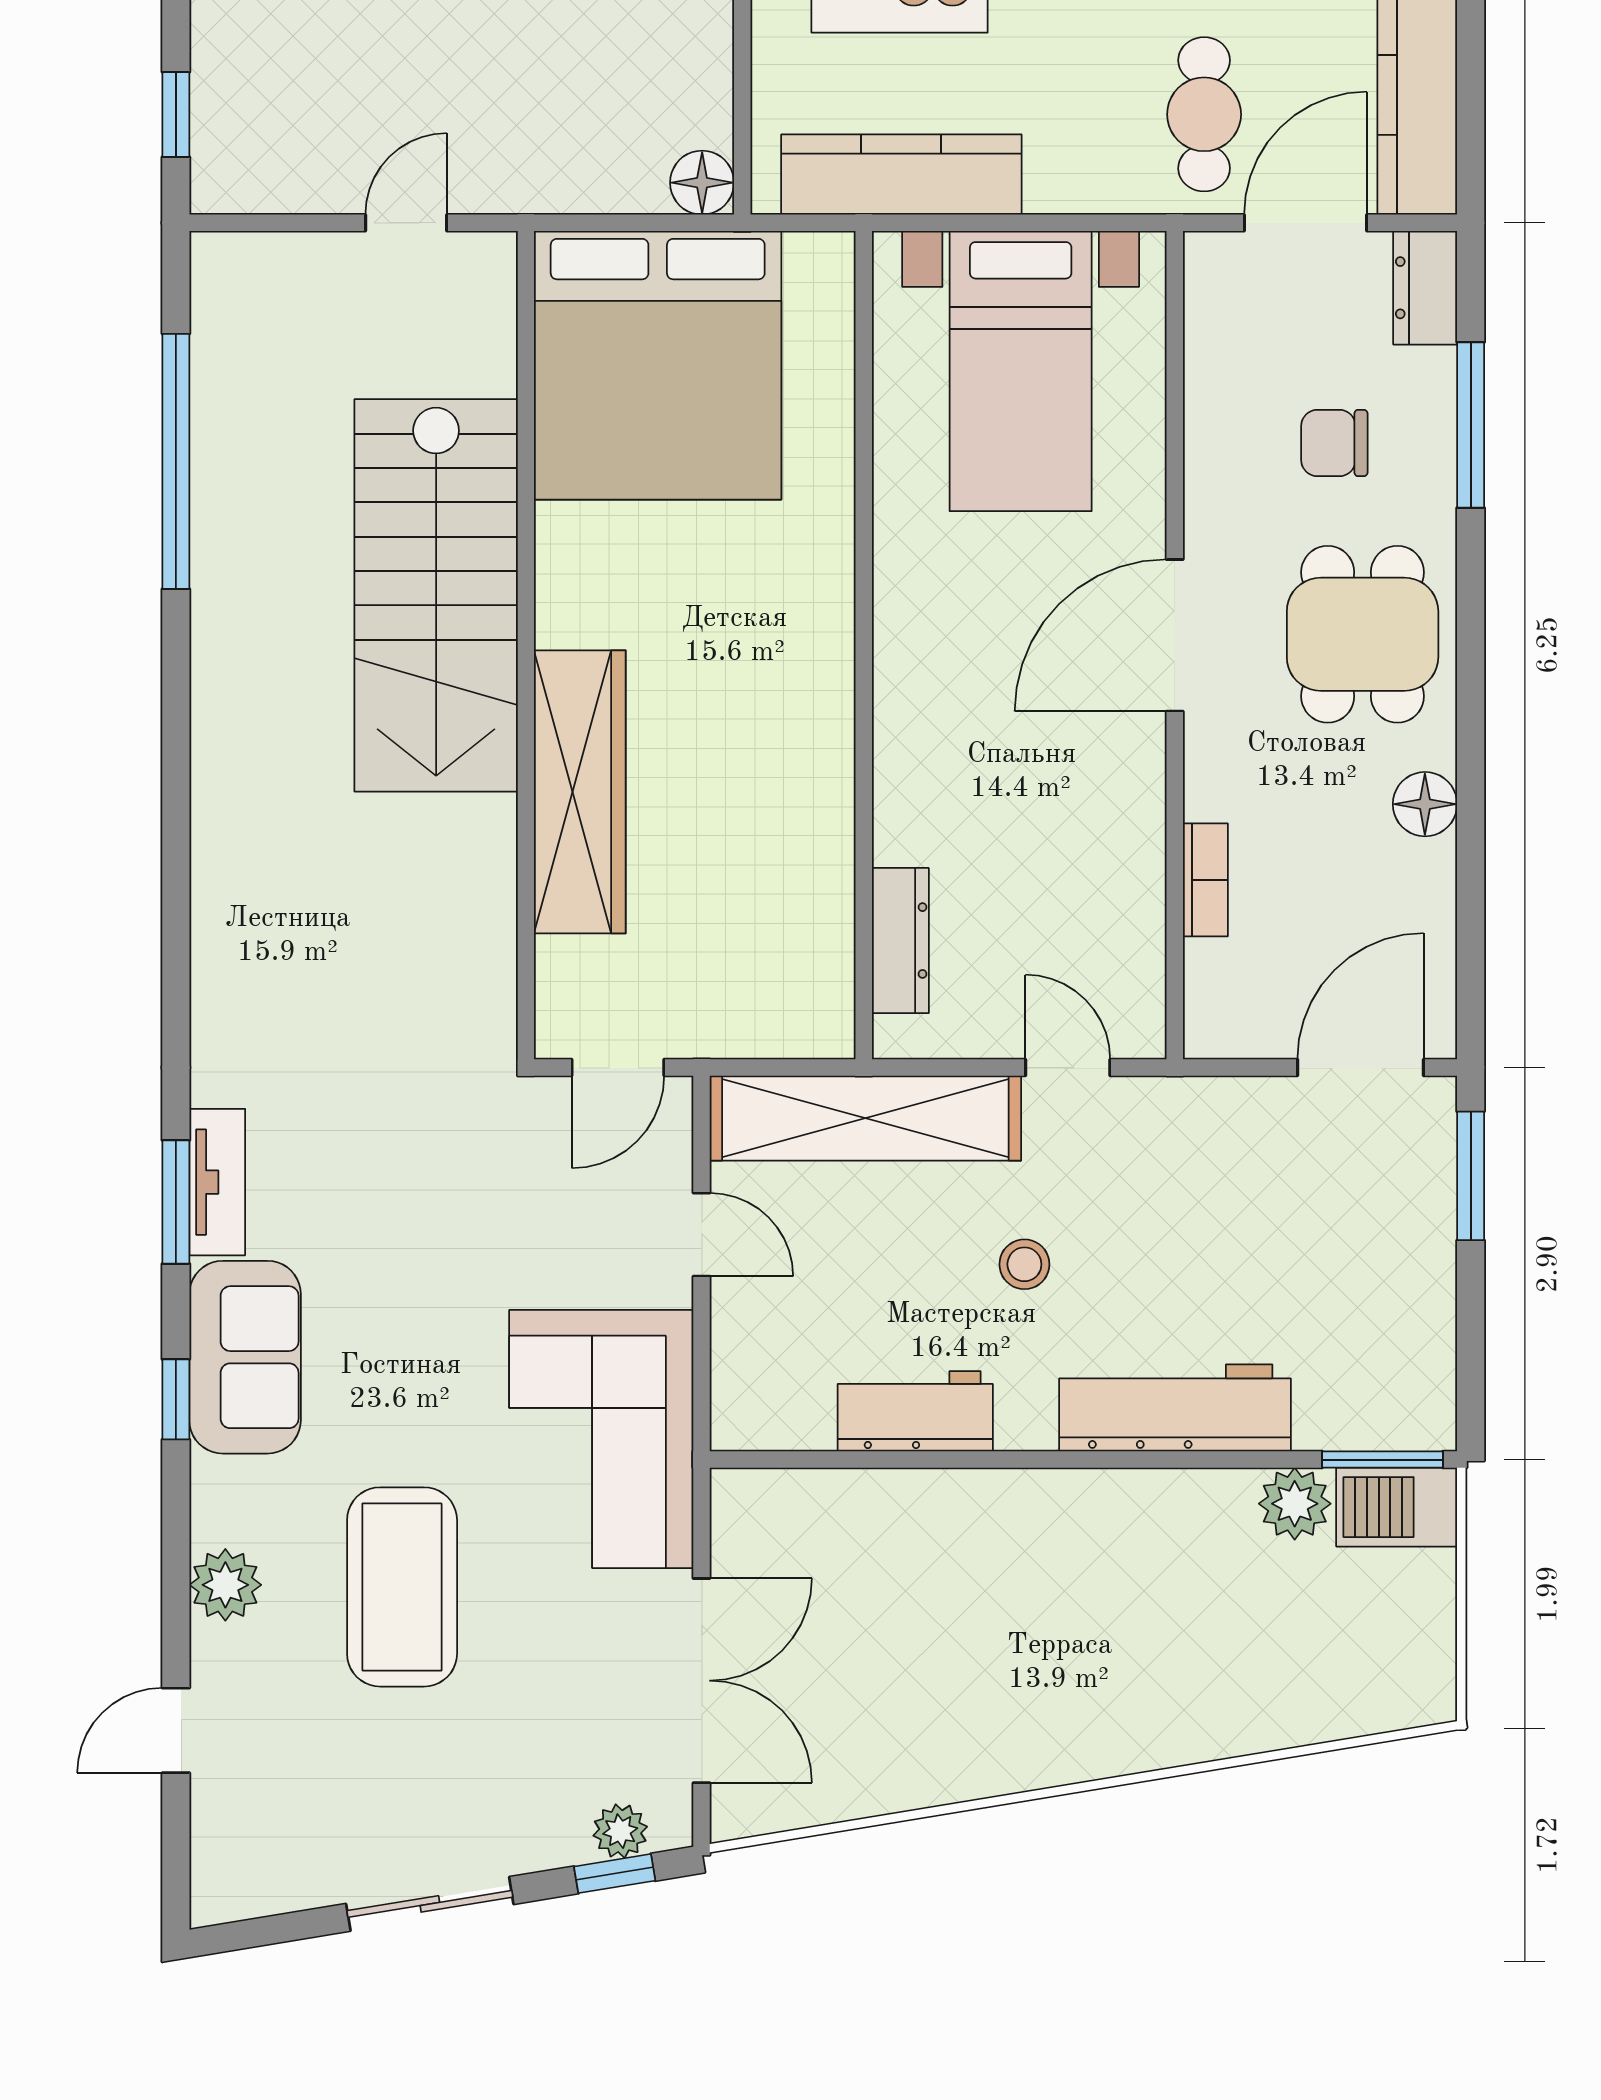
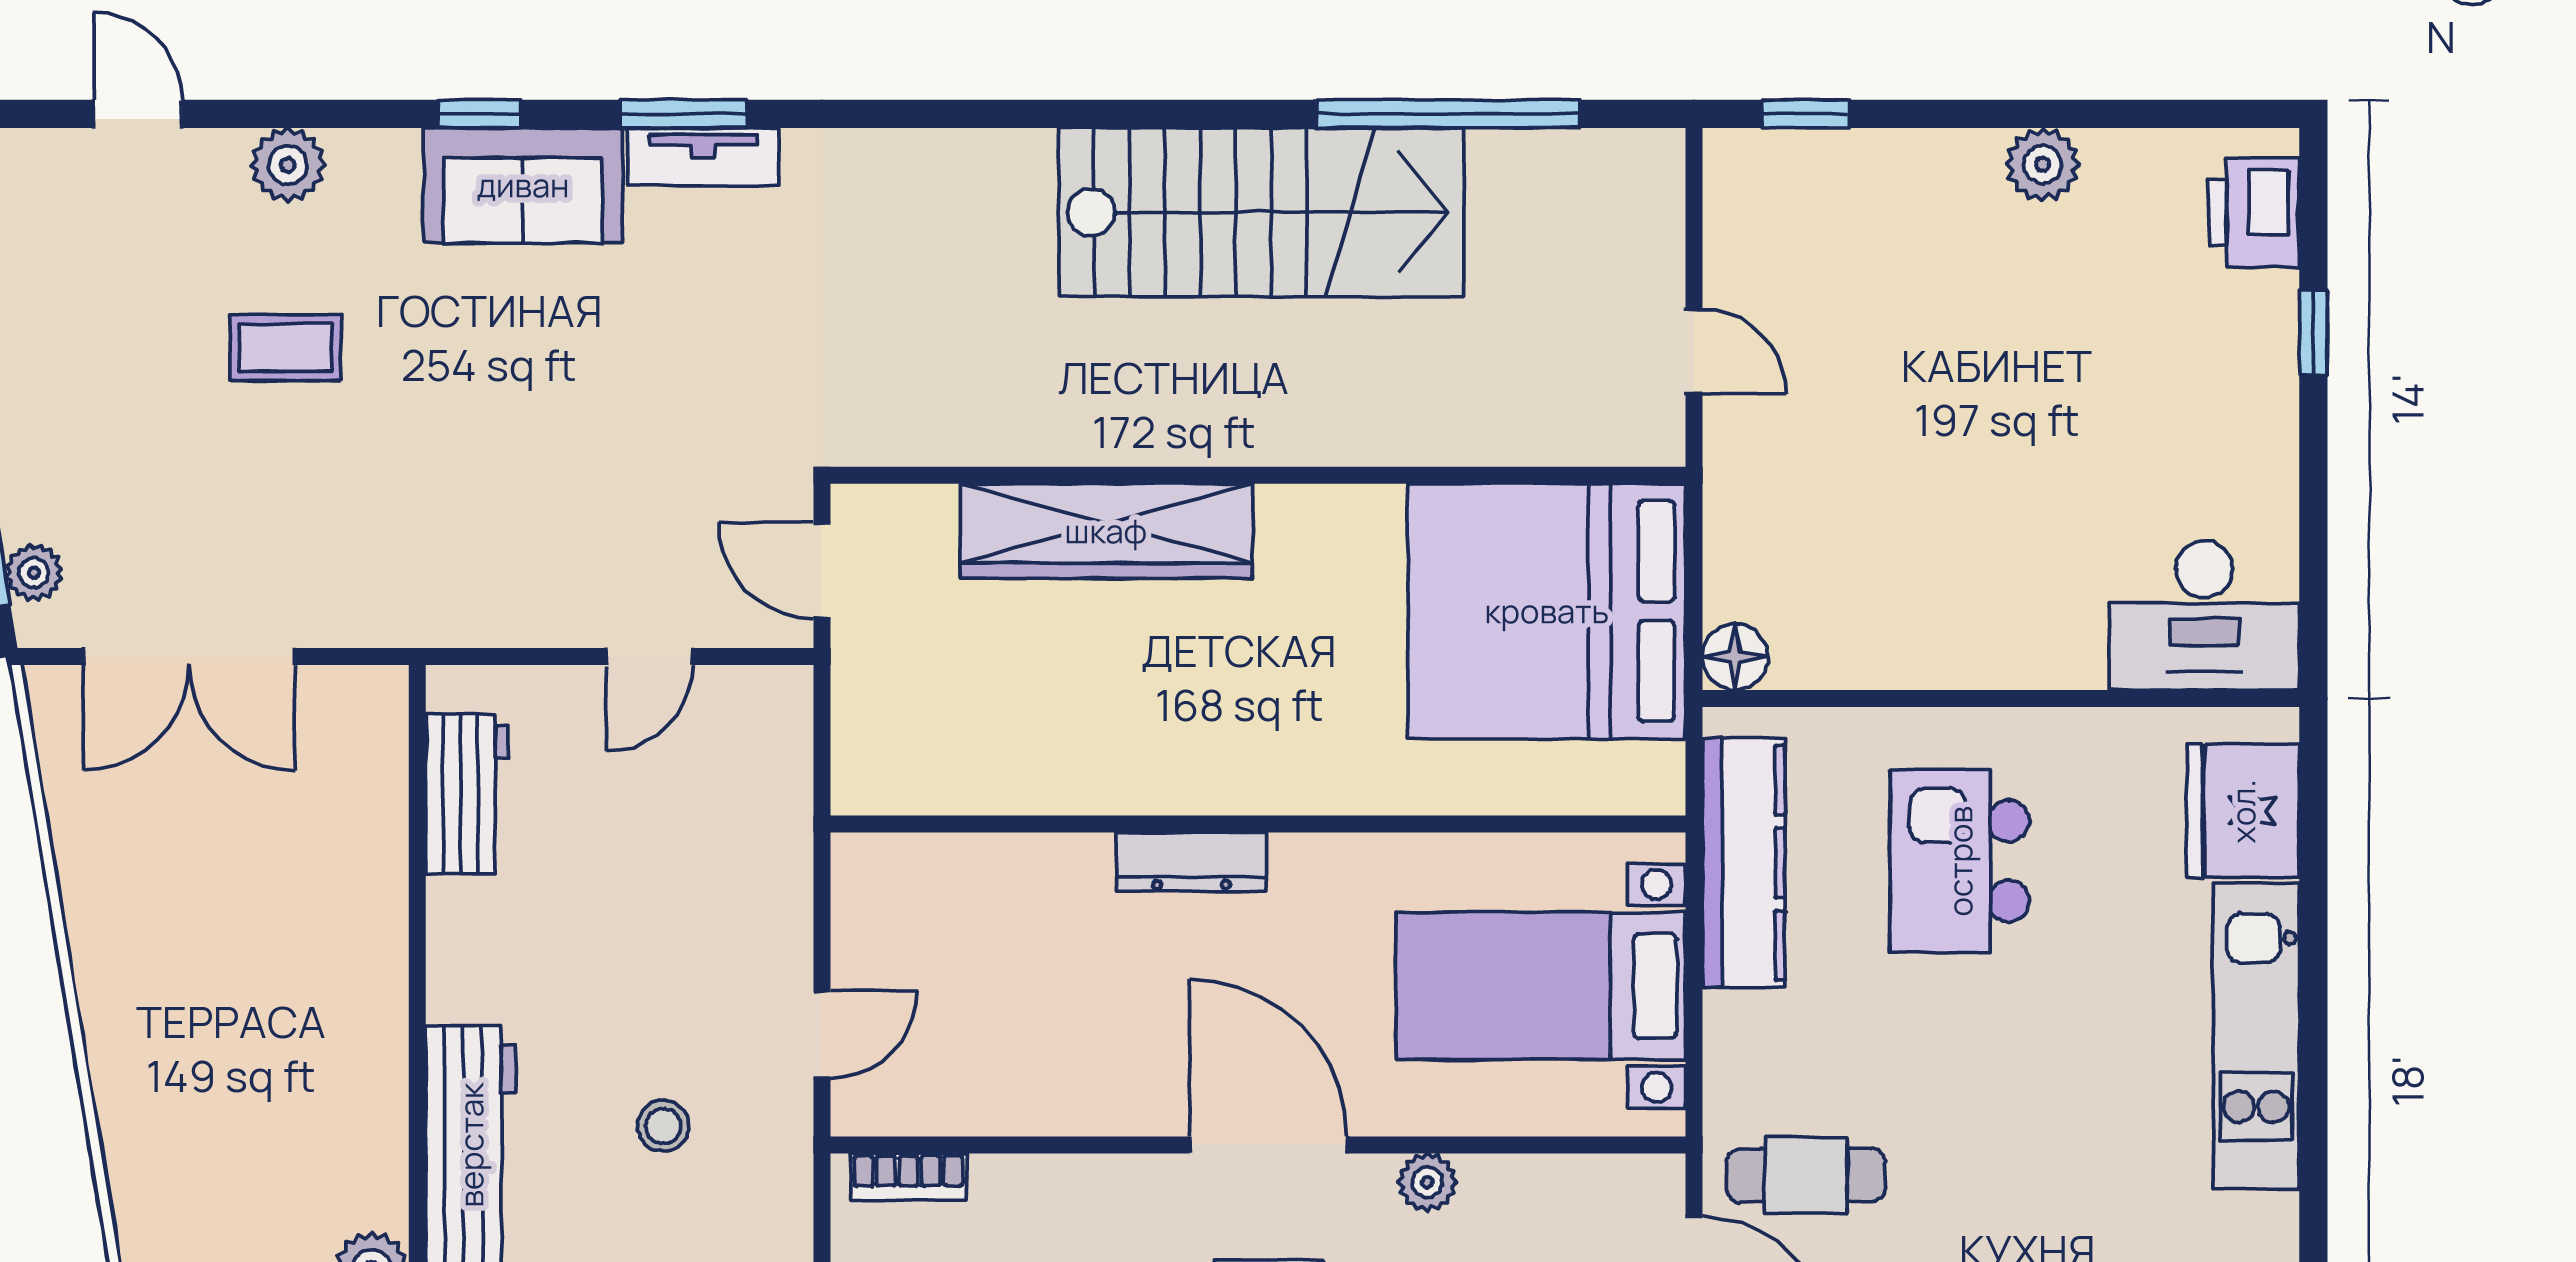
plant: (1211, 481) -> (1427, 1182), added
stairs: (436, 595) -> (1261, 212), moved, turned 180
bookcase: (1205, 880) -> (908, 1177), moved
dresser: (900, 941) -> (1191, 862), moved
shelving: (865, 1118) -> (770, 826), removed
stool: (1024, 1264) -> (663, 1126), moved
workbench: (915, 1411) -> (467, 794), moved
corner sofa: (601, 1439) -> (439, 553), removed
coffee table: (402, 1587) -> (286, 347), width x0.54, depth x0.58

